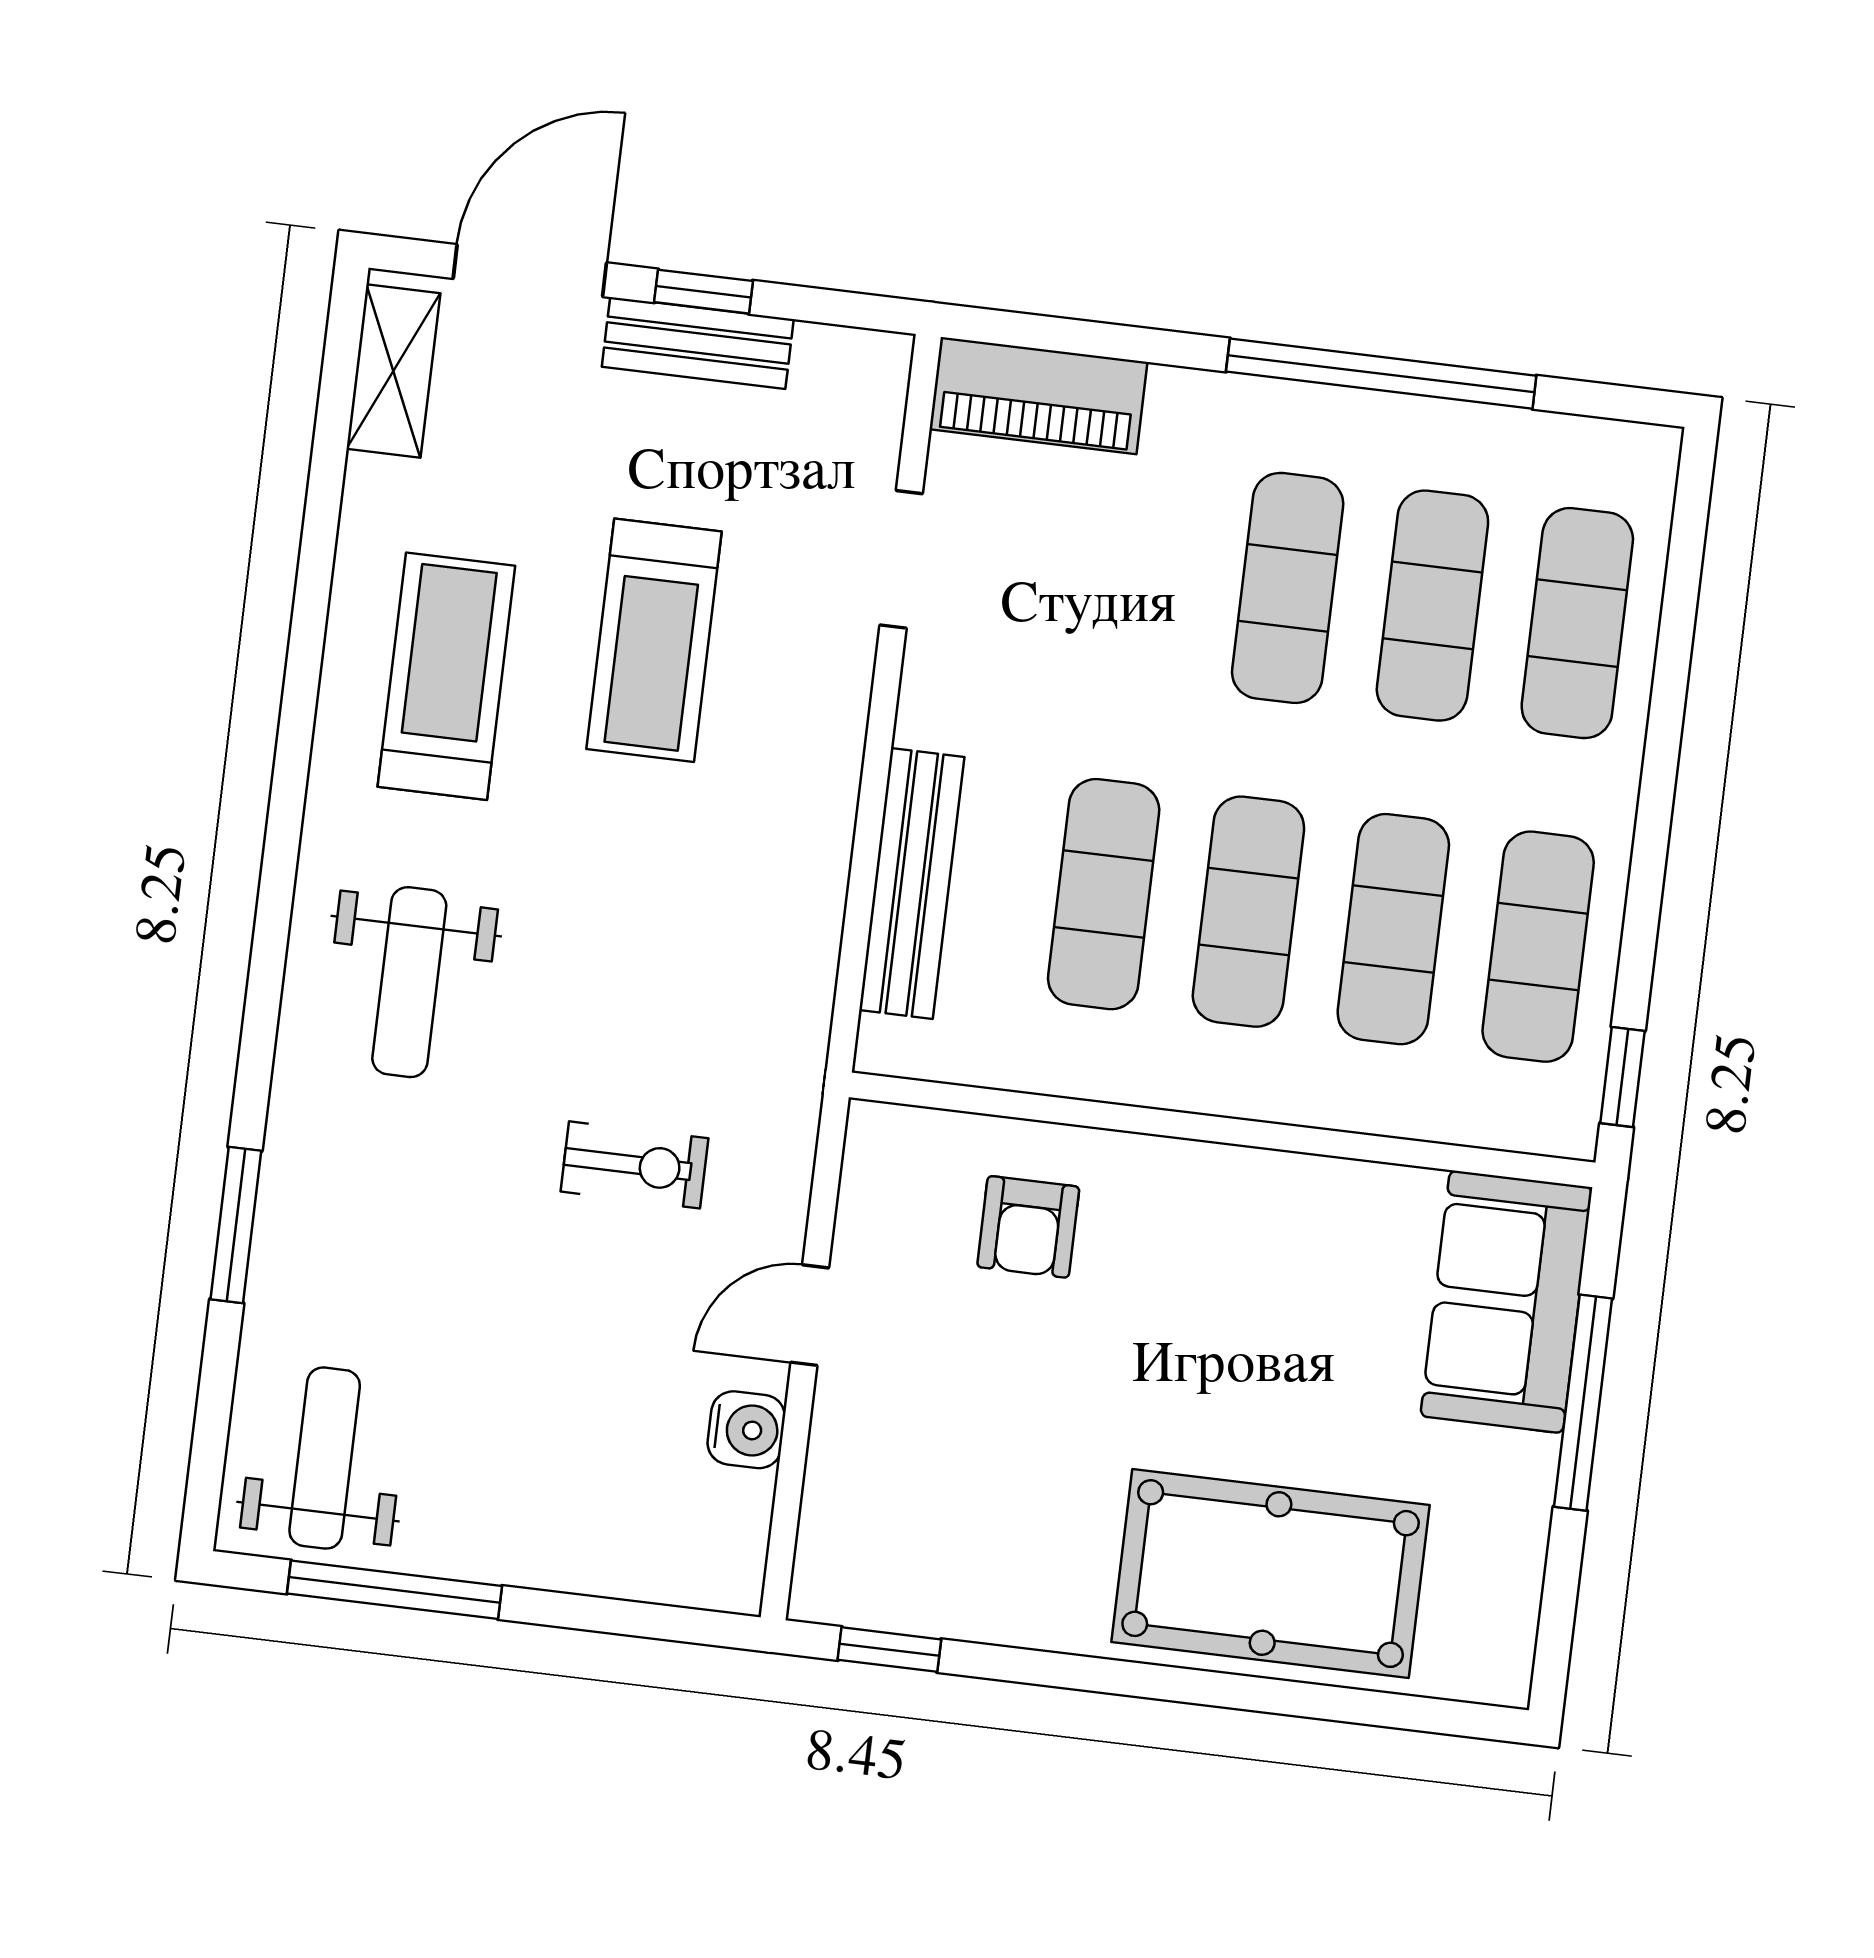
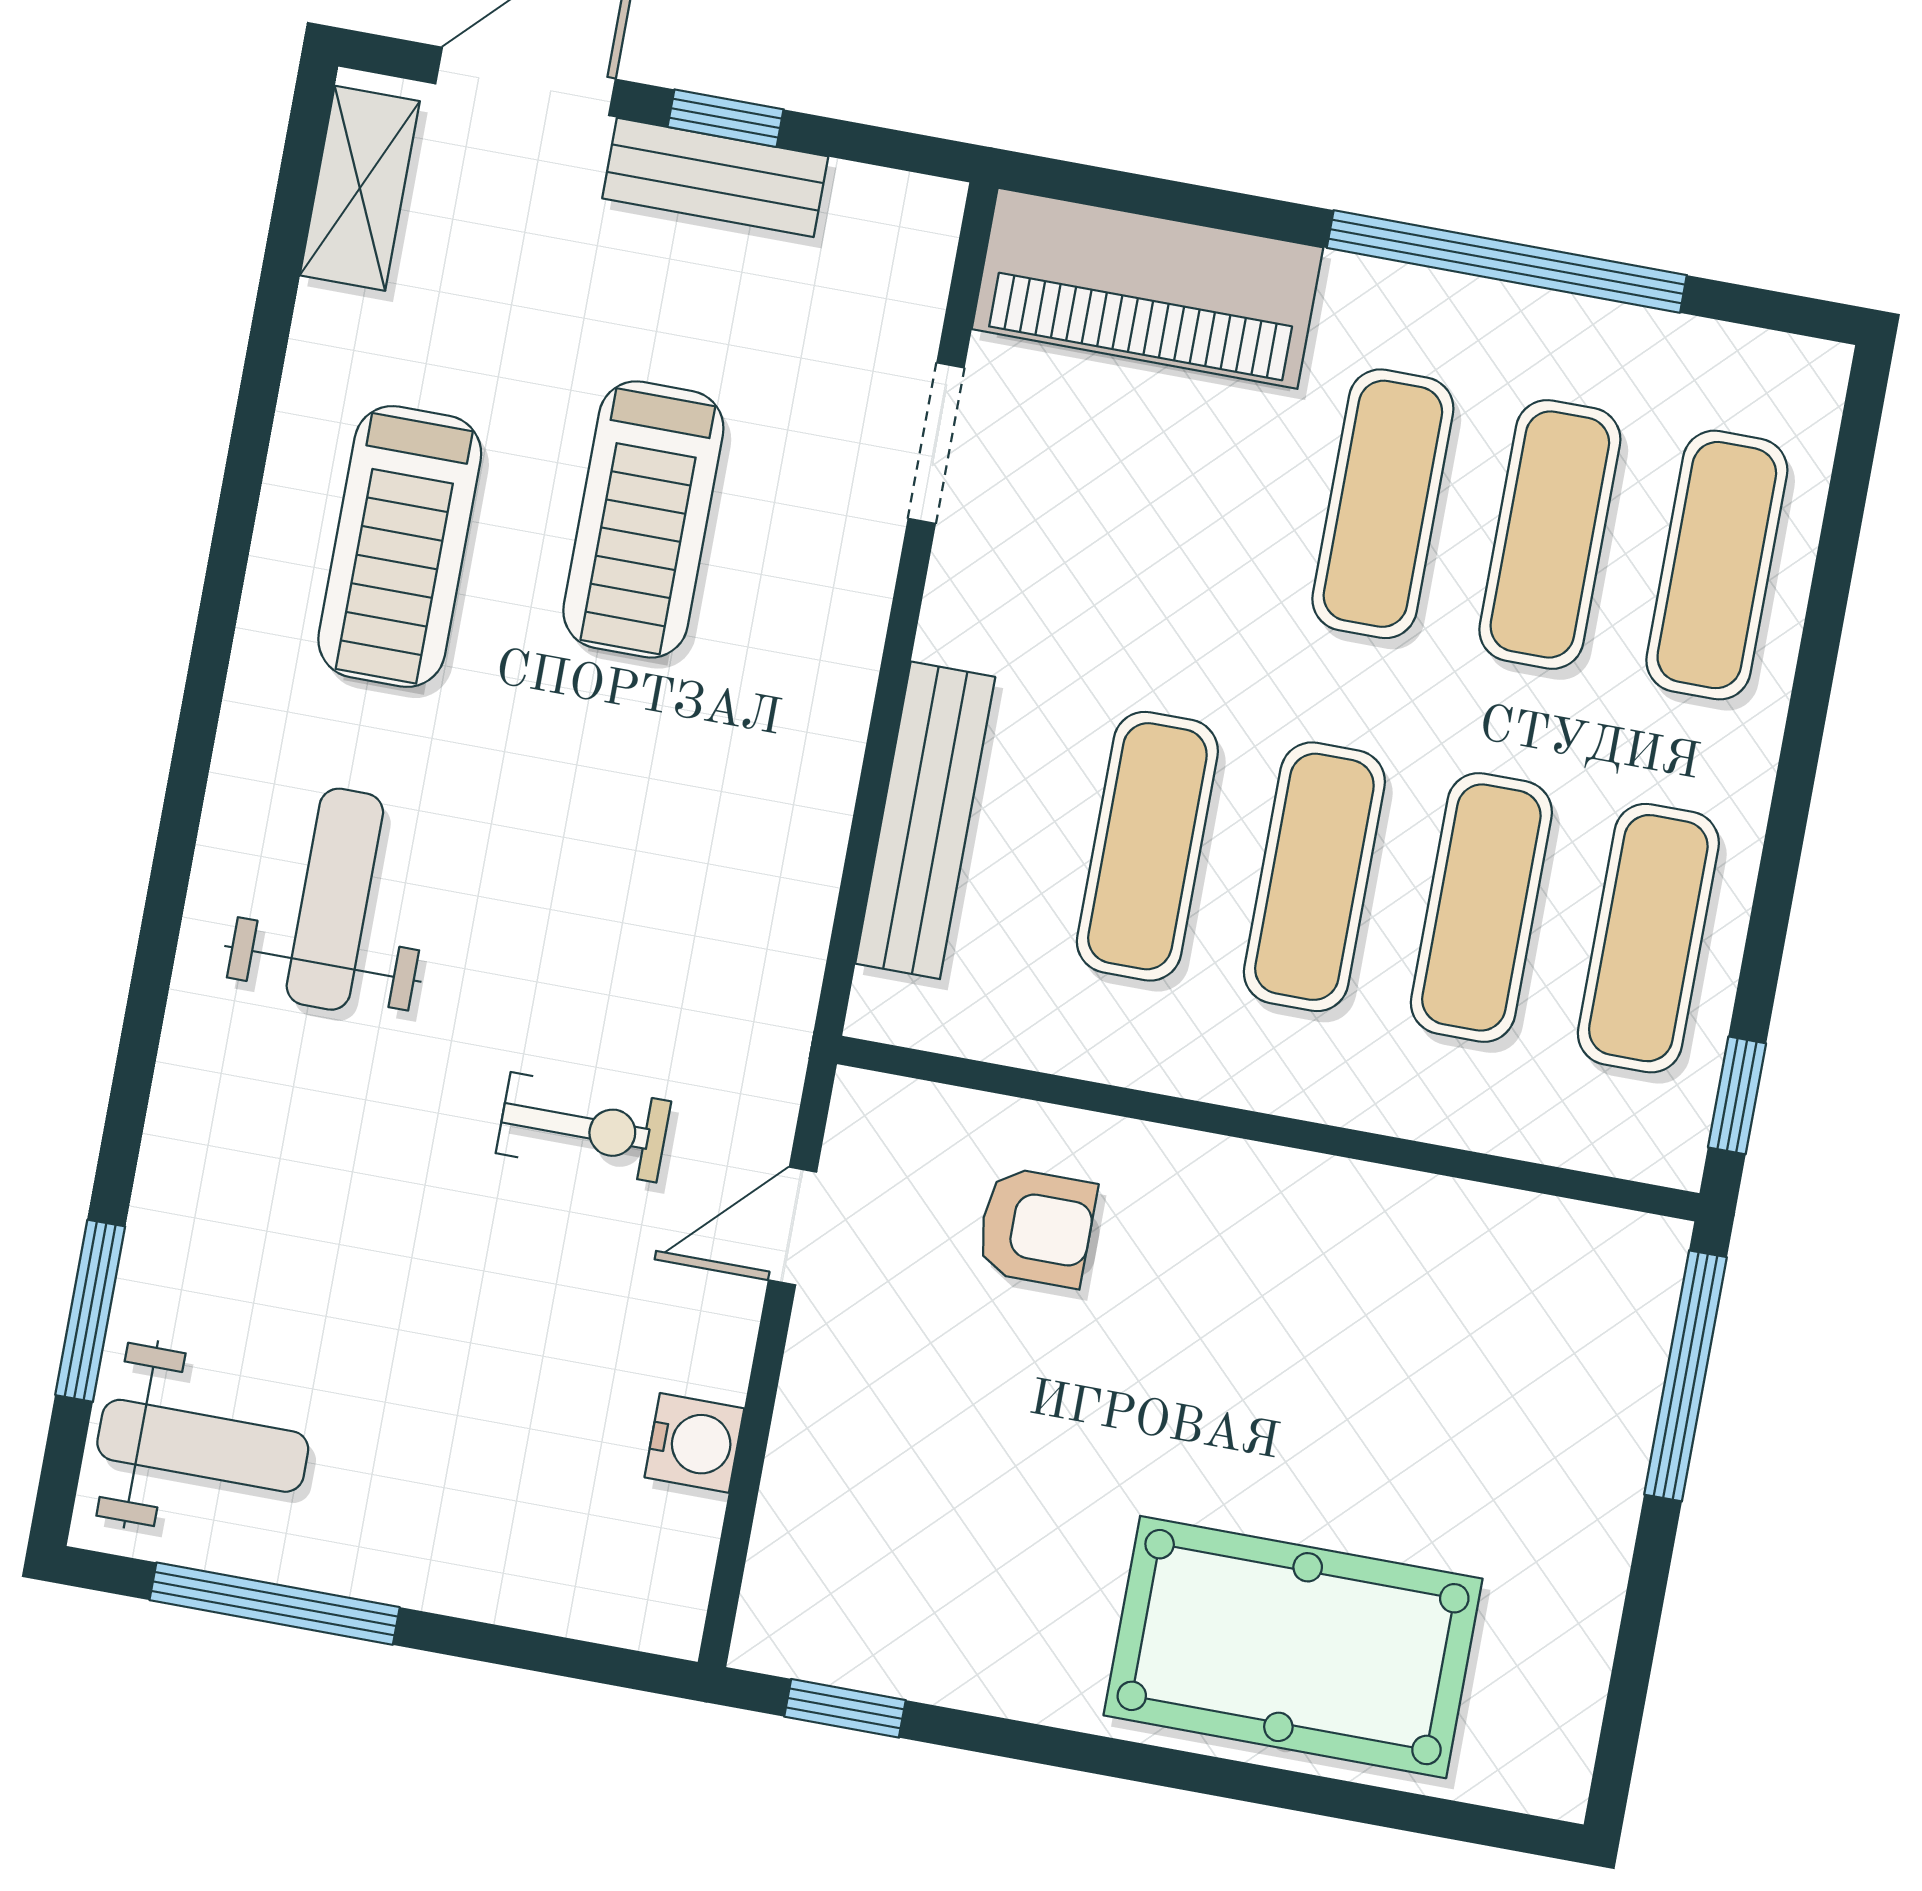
piano: (1038, 396) -> (1148, 288), width x1.37, depth x1.33
treadmill: (446, 676) -> (400, 547), turned 180
weight bench: (409, 982) -> (335, 899), turned 180
window: (236, 1225) -> (90, 1311), moved
armchair: (1028, 1227) -> (1036, 1227), turned -90
sofa: (1506, 1302) -> (1586, 1348), removed
door: (810, 1315) -> (792, 1226), moved
window: (1583, 1403) -> (1686, 1376), moved
weight bench: (325, 1458) -> (203, 1446), turned 90

